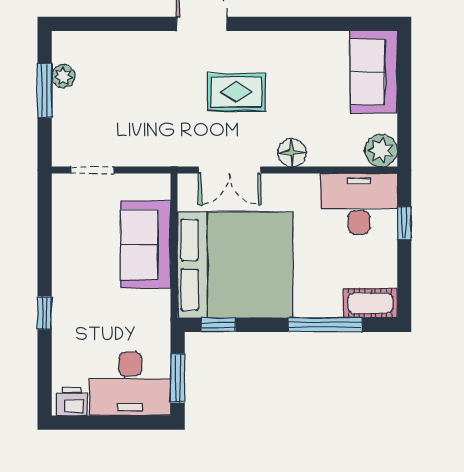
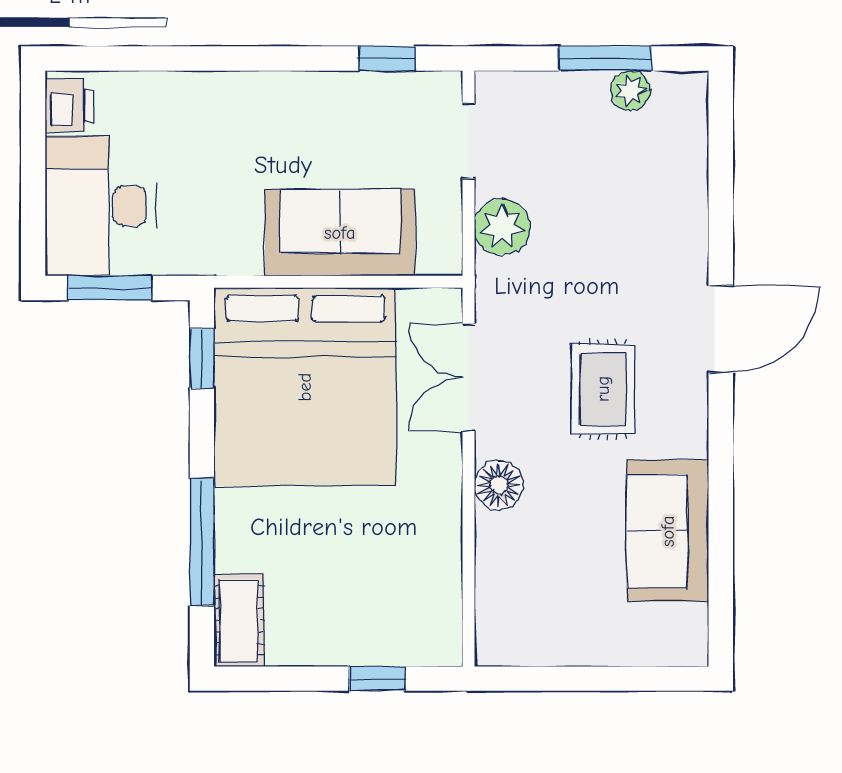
sofa: (373, 72) -> (668, 531), moved, turned -90
plant: (381, 151) -> (502, 227), moved
desk: (359, 204) -> (411, 600), removed
window: (45, 313) -> (387, 58), moved

